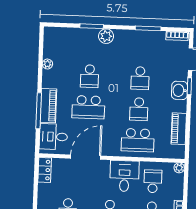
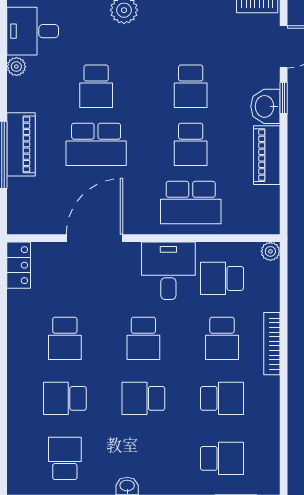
piano: (179, 129) -> (267, 155), moved
desk: (53, 137) -> (33, 31), moved
school desk: (153, 181) -> (222, 278), turned -90

